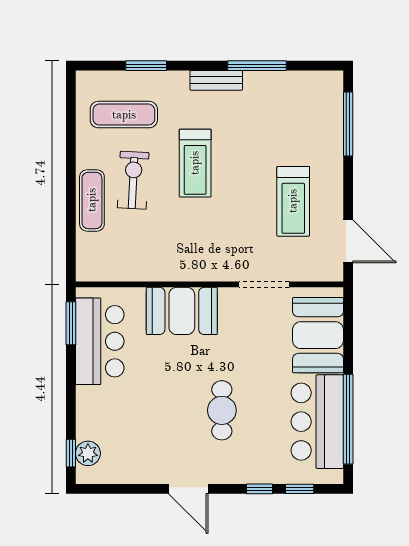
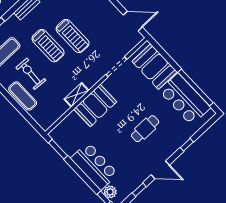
treadmill: (293, 201) -> (73, 36), moved
shelving: (170, 271) -> (76, 95), added
bar counter: (100, 341) -> (94, 166), moved
cafe table: (222, 410) -> (145, 129), turned 90
window: (300, 489) -> (139, 190), moved

